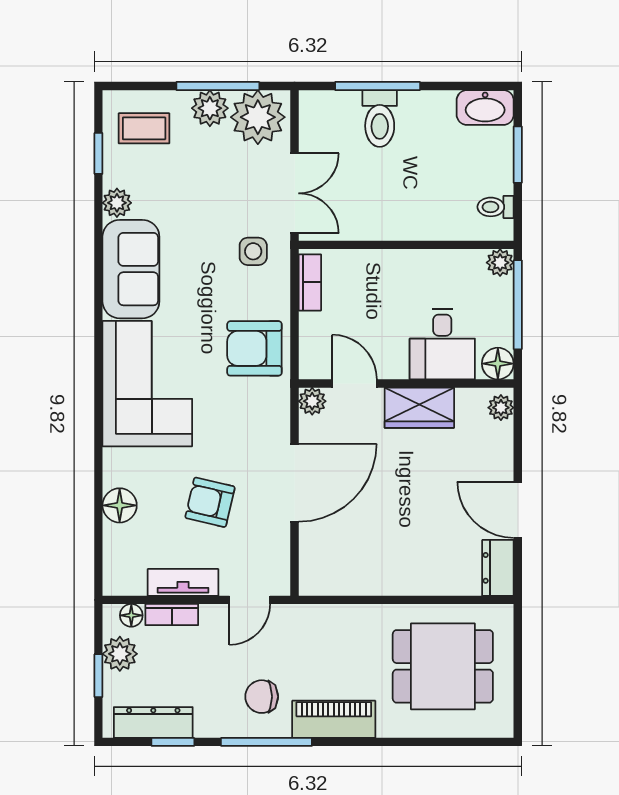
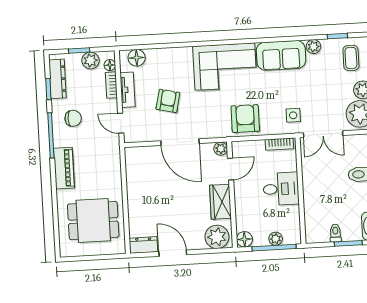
toilet: (496, 207) -> (335, 233), moved
plant: (500, 263) -> (276, 239), moved
desk: (442, 344) -> (281, 189), moved, turned 180
plant: (501, 408) -> (217, 237), width x1.88, depth x1.88
floor lamp: (120, 505) -> (137, 58), moved
door: (518, 510) -> (173, 253), hinge flipped
dining table: (443, 666) -> (93, 221), turned 90
chair: (262, 697) -> (73, 118), moved, turned 90

